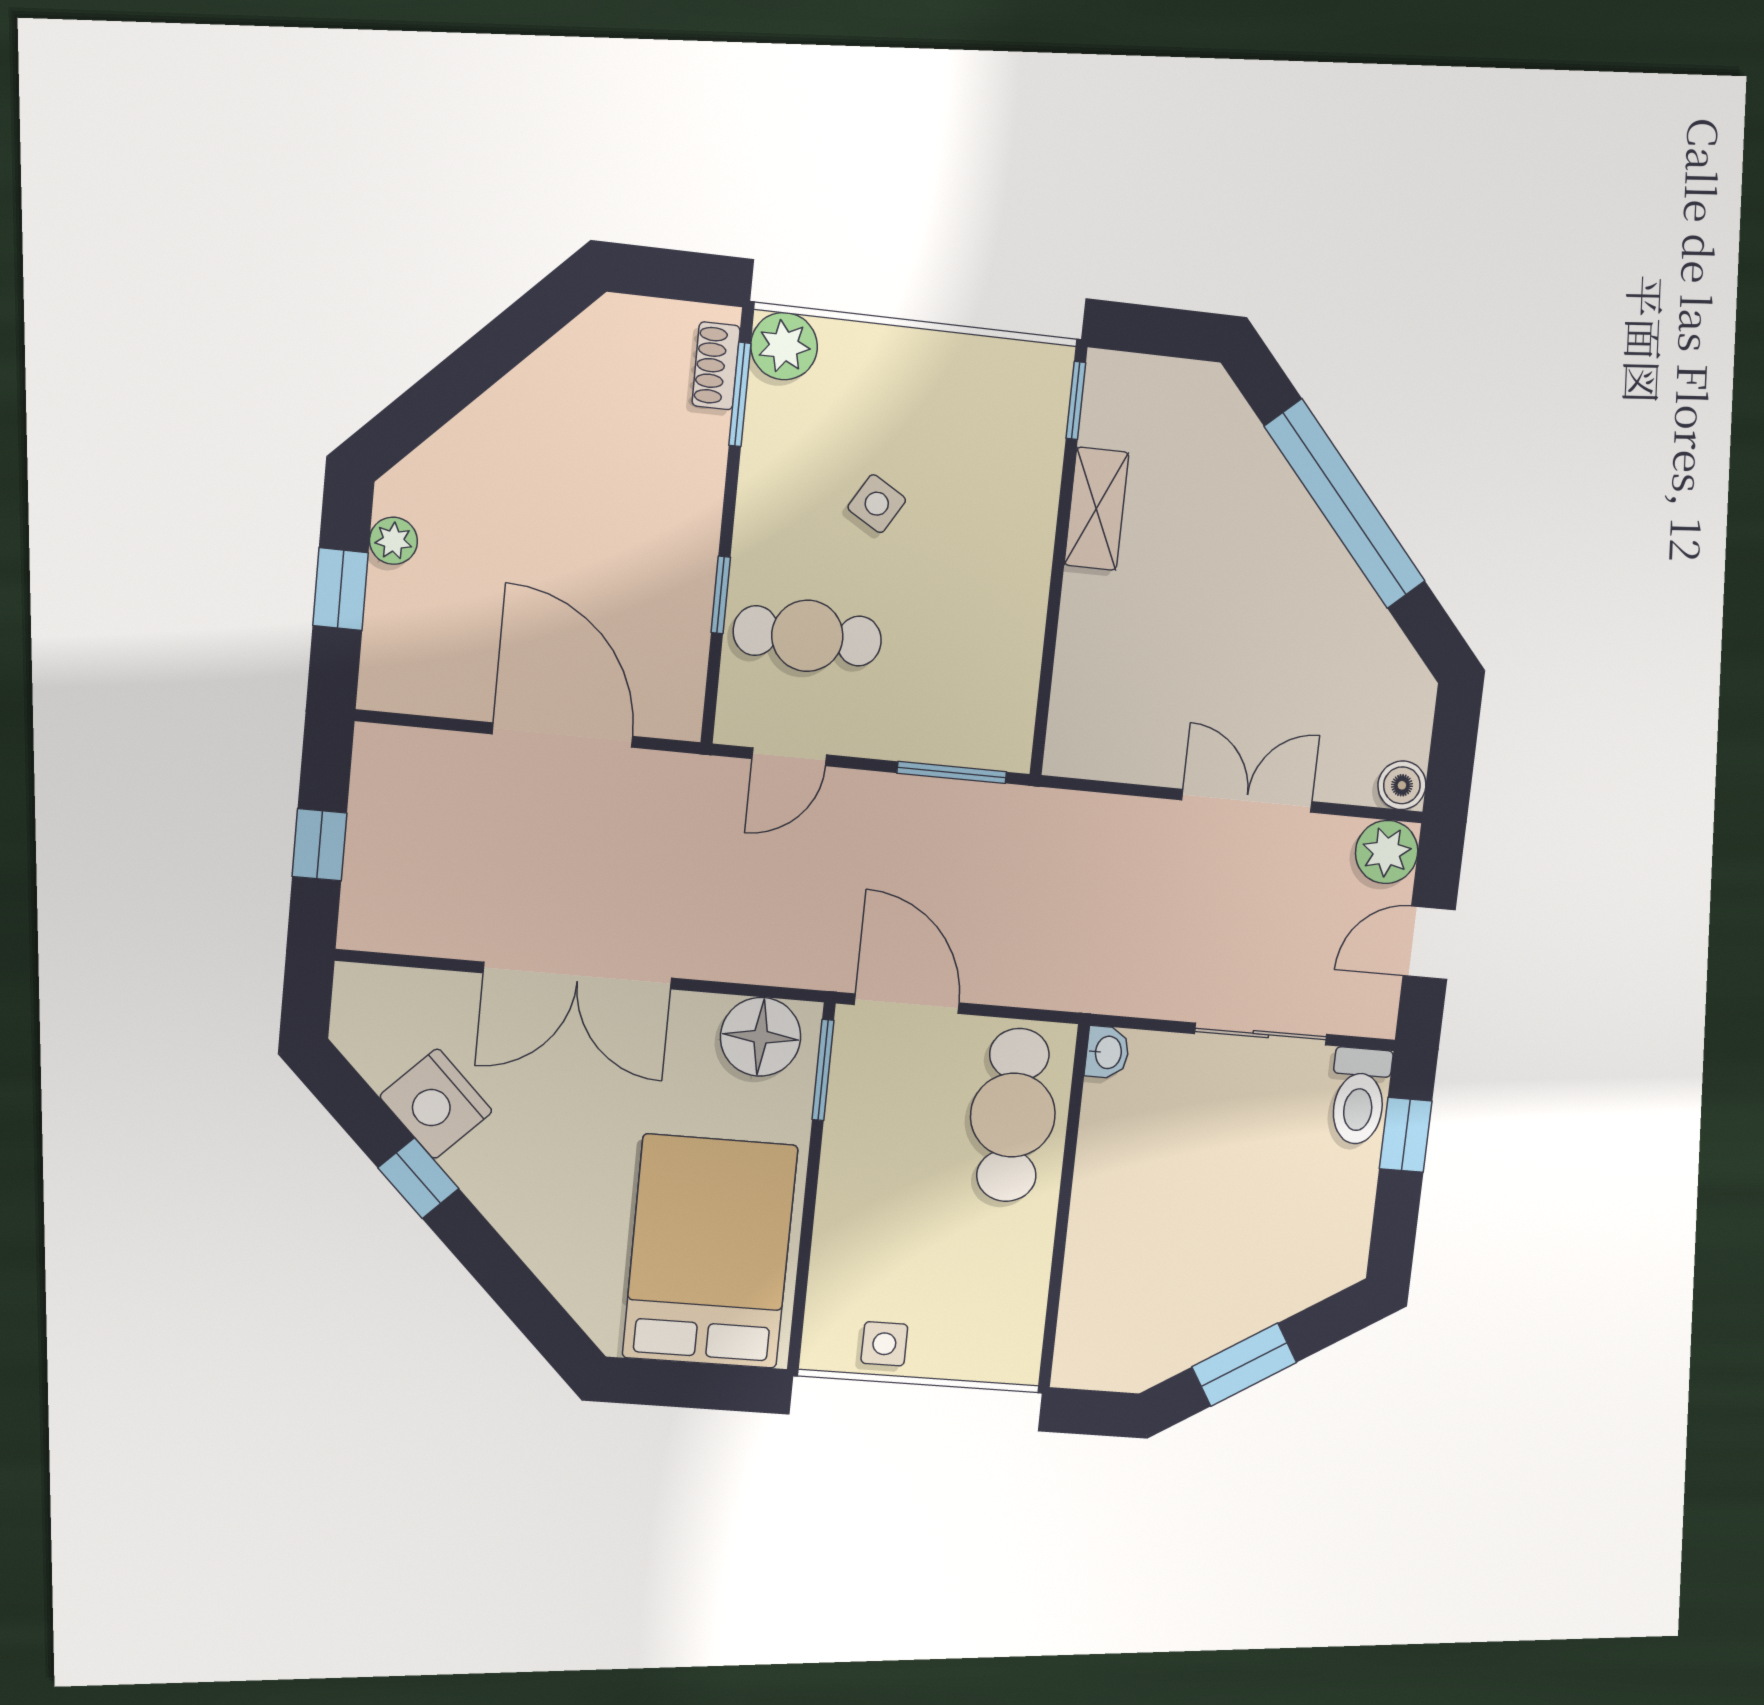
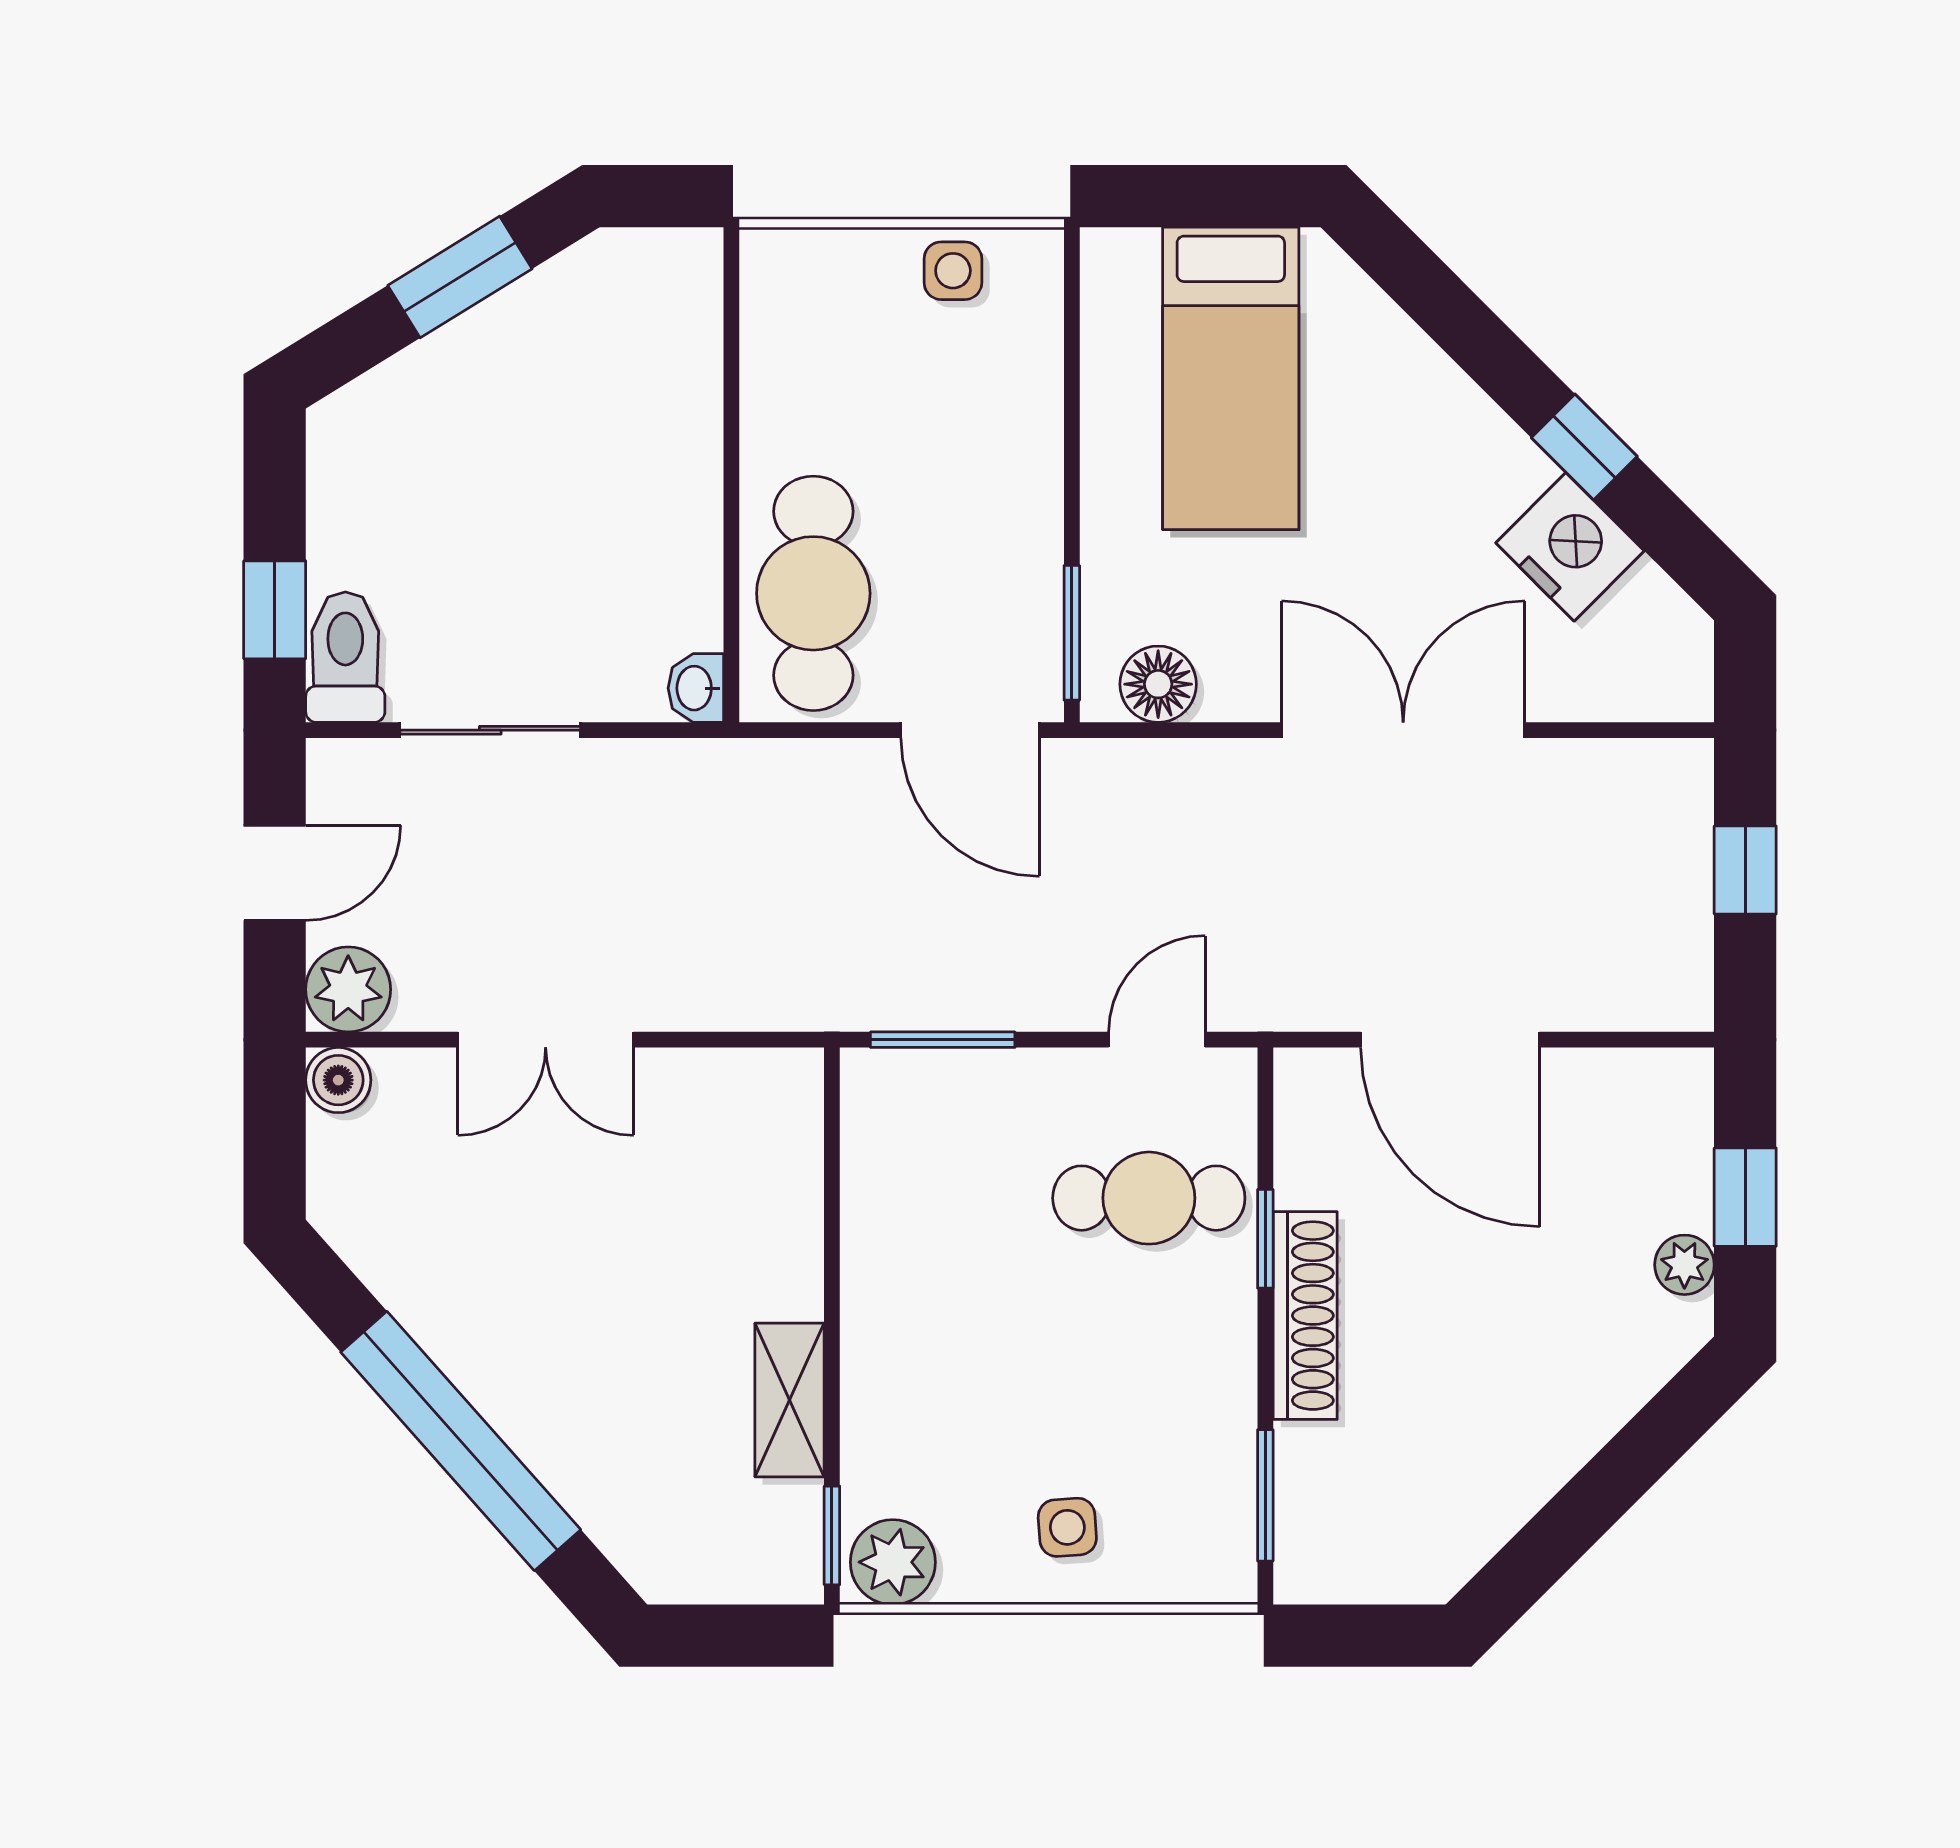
plant: (784, 346) -> (893, 1562), moved
shoe rack: (716, 366) -> (1305, 1316), moved, width x1.94, depth x1.24
side table: (877, 504) -> (1067, 1527), moved, turned -35
floor lamp: (761, 1037) -> (1158, 684), width x0.73, depth x0.73
bed: (710, 1252) -> (1231, 378), width x0.67

